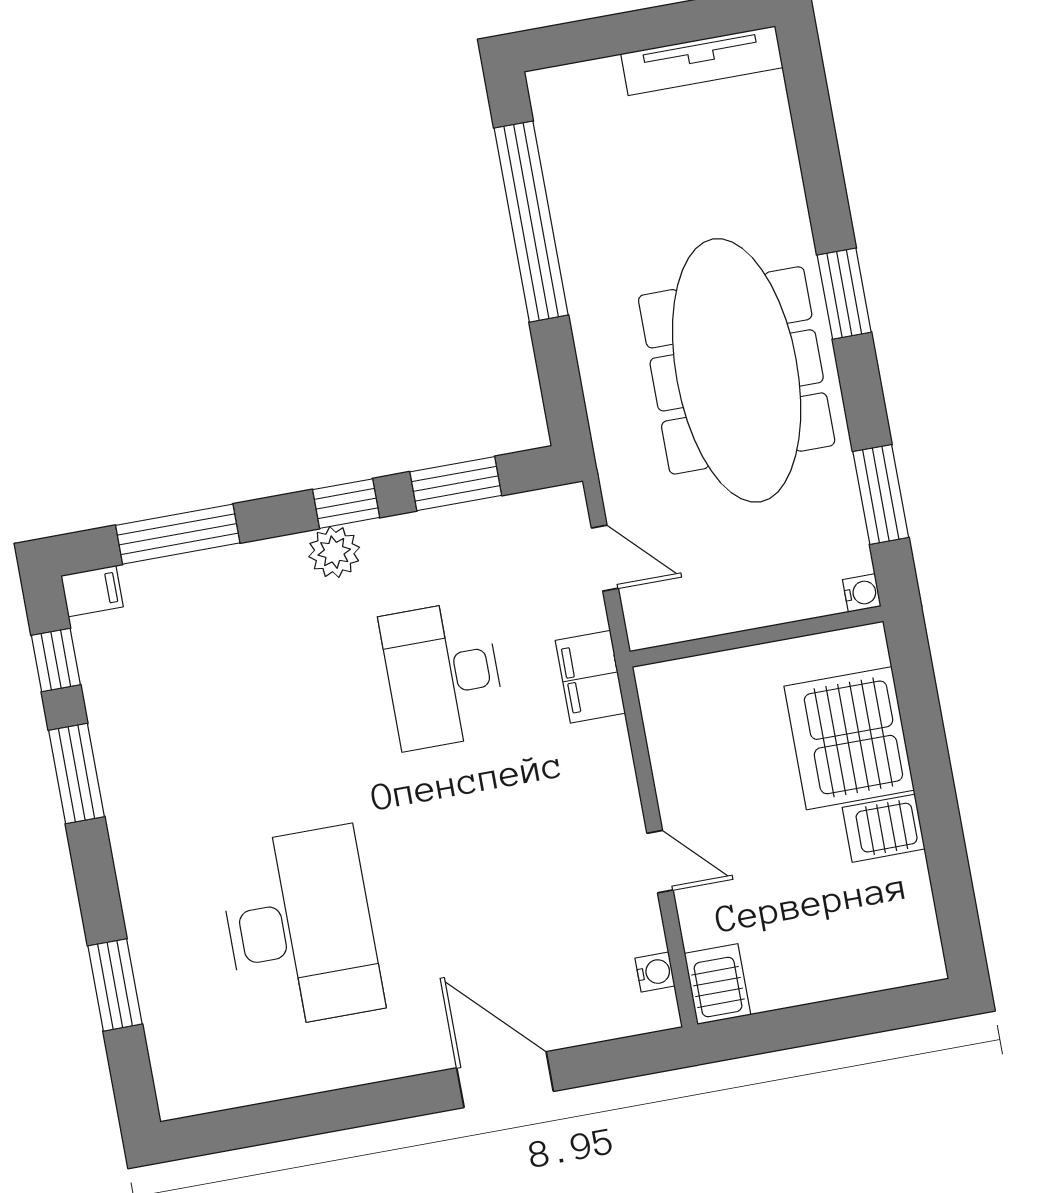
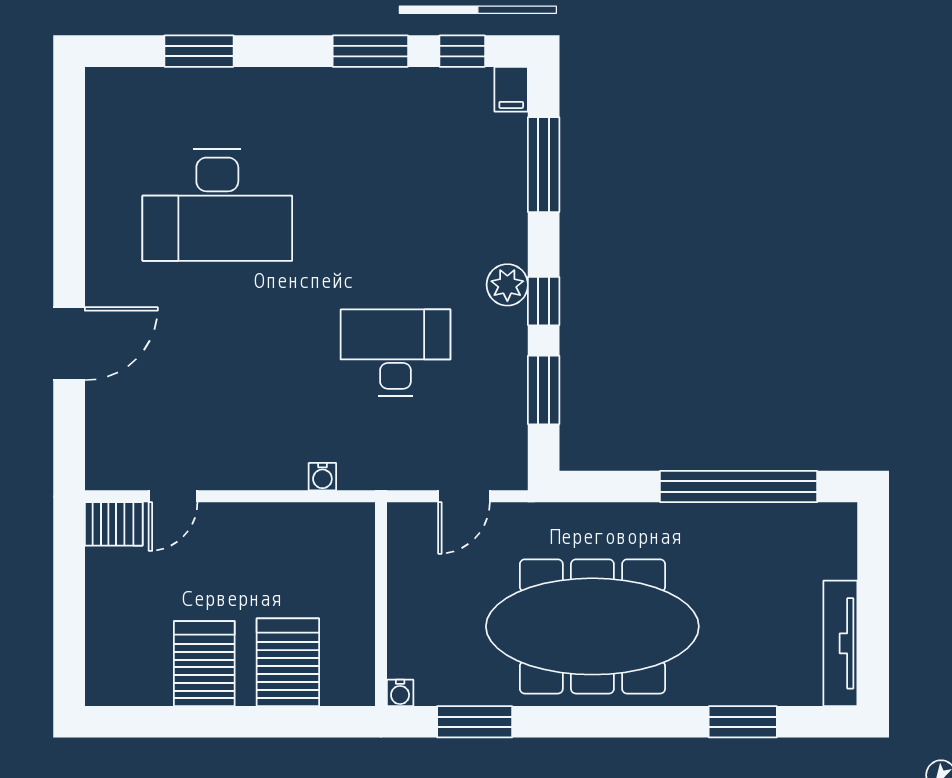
window: (844, 294) -> (743, 722), moved
filing cabinet: (590, 677) -> (373, 468), removed
server rack: (849, 738) -> (288, 662), width x0.62
server rack: (884, 828) -> (204, 664), width x1.36, depth x1.44
door: (660, 862) -> (173, 496), moved
water cooler: (655, 972) -> (322, 477), moved

